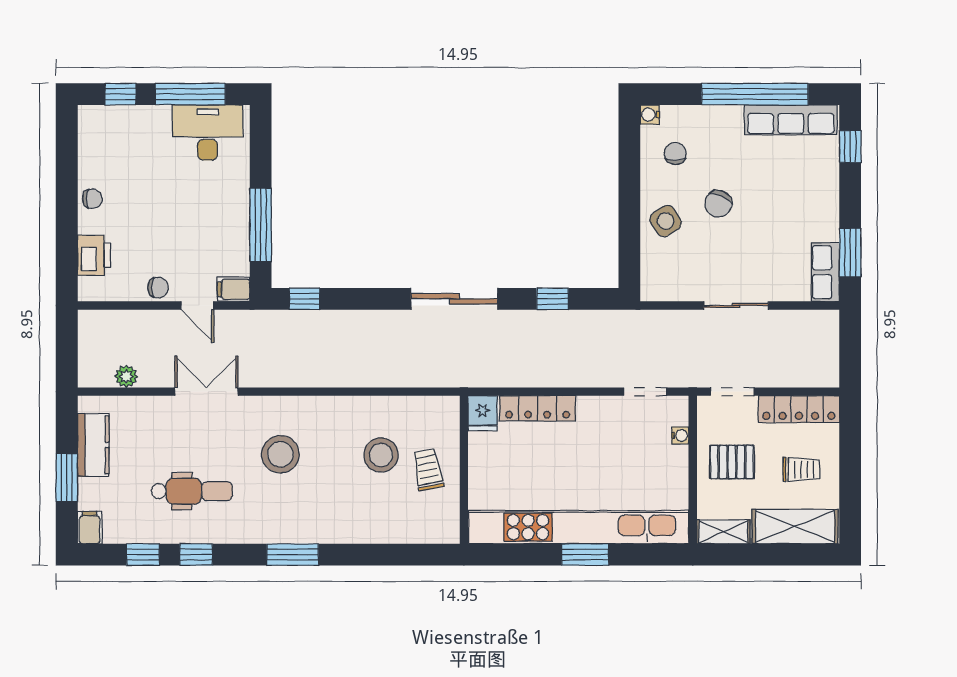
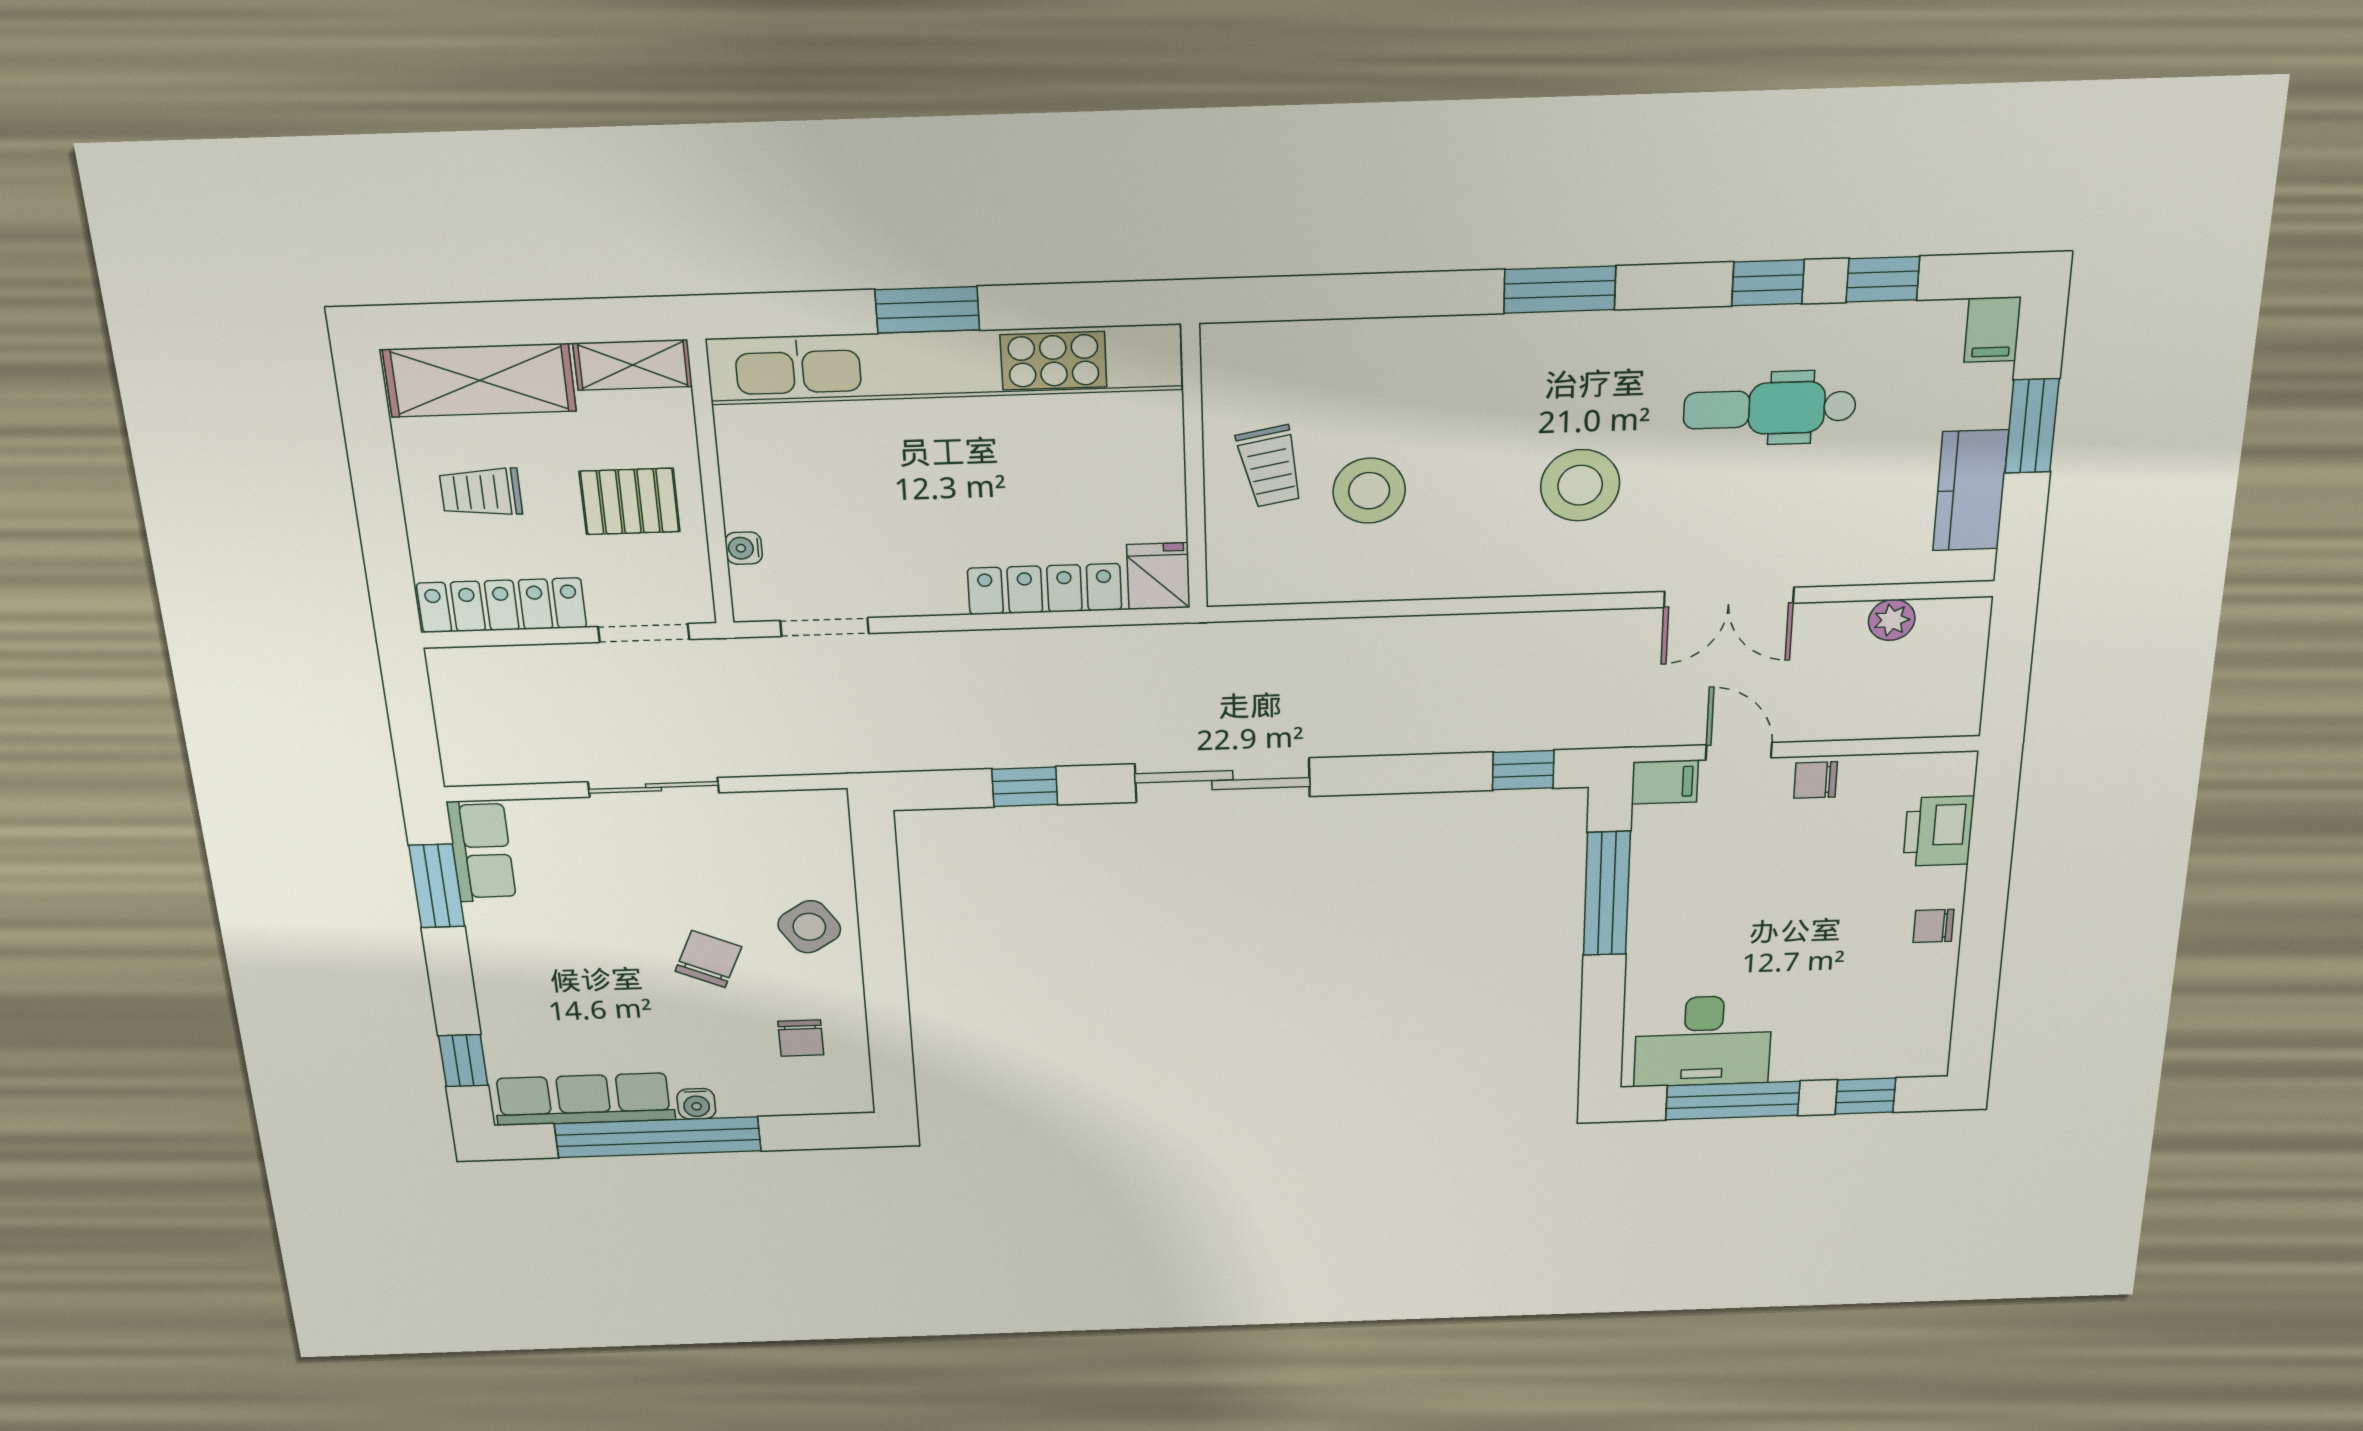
water cooler: (650, 115) -> (696, 1104), moved, turned 90

